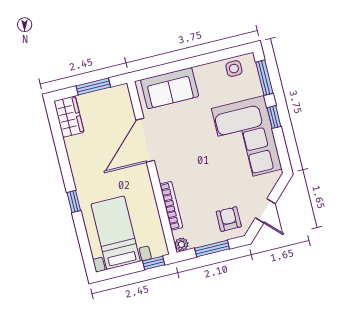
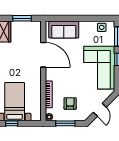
door: (145, 140) -> (43, 55), swing flipped
armchair: (229, 219) -> (70, 103), moved
window: (154, 263) -> (12, 123), moved

